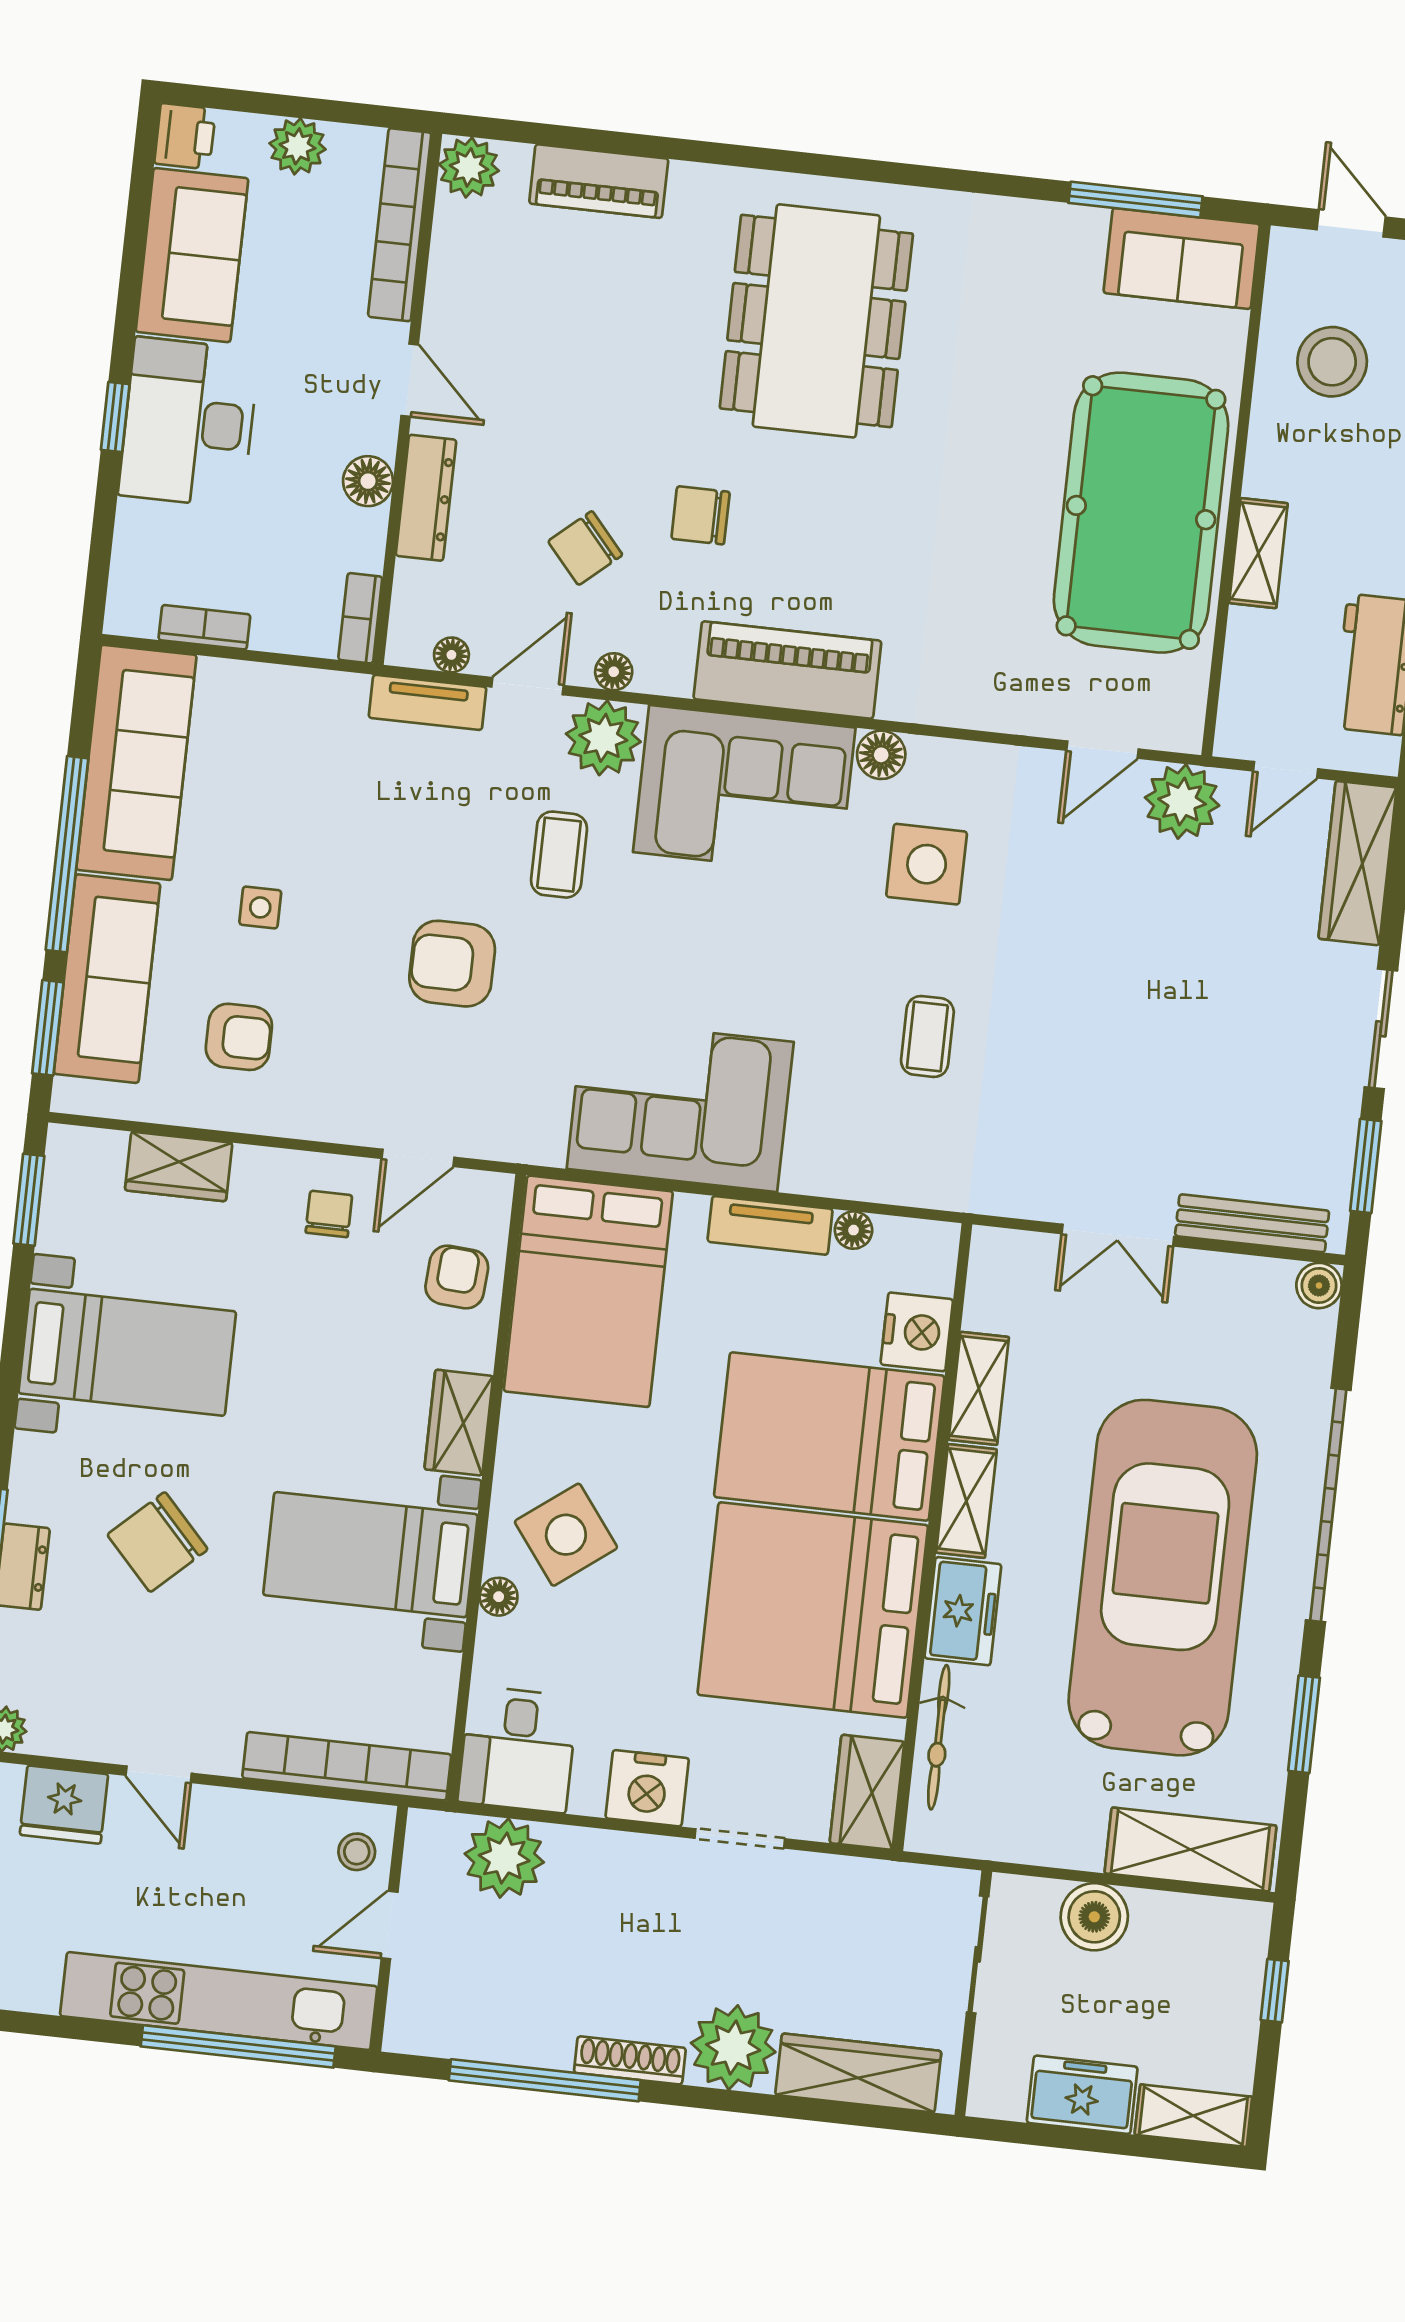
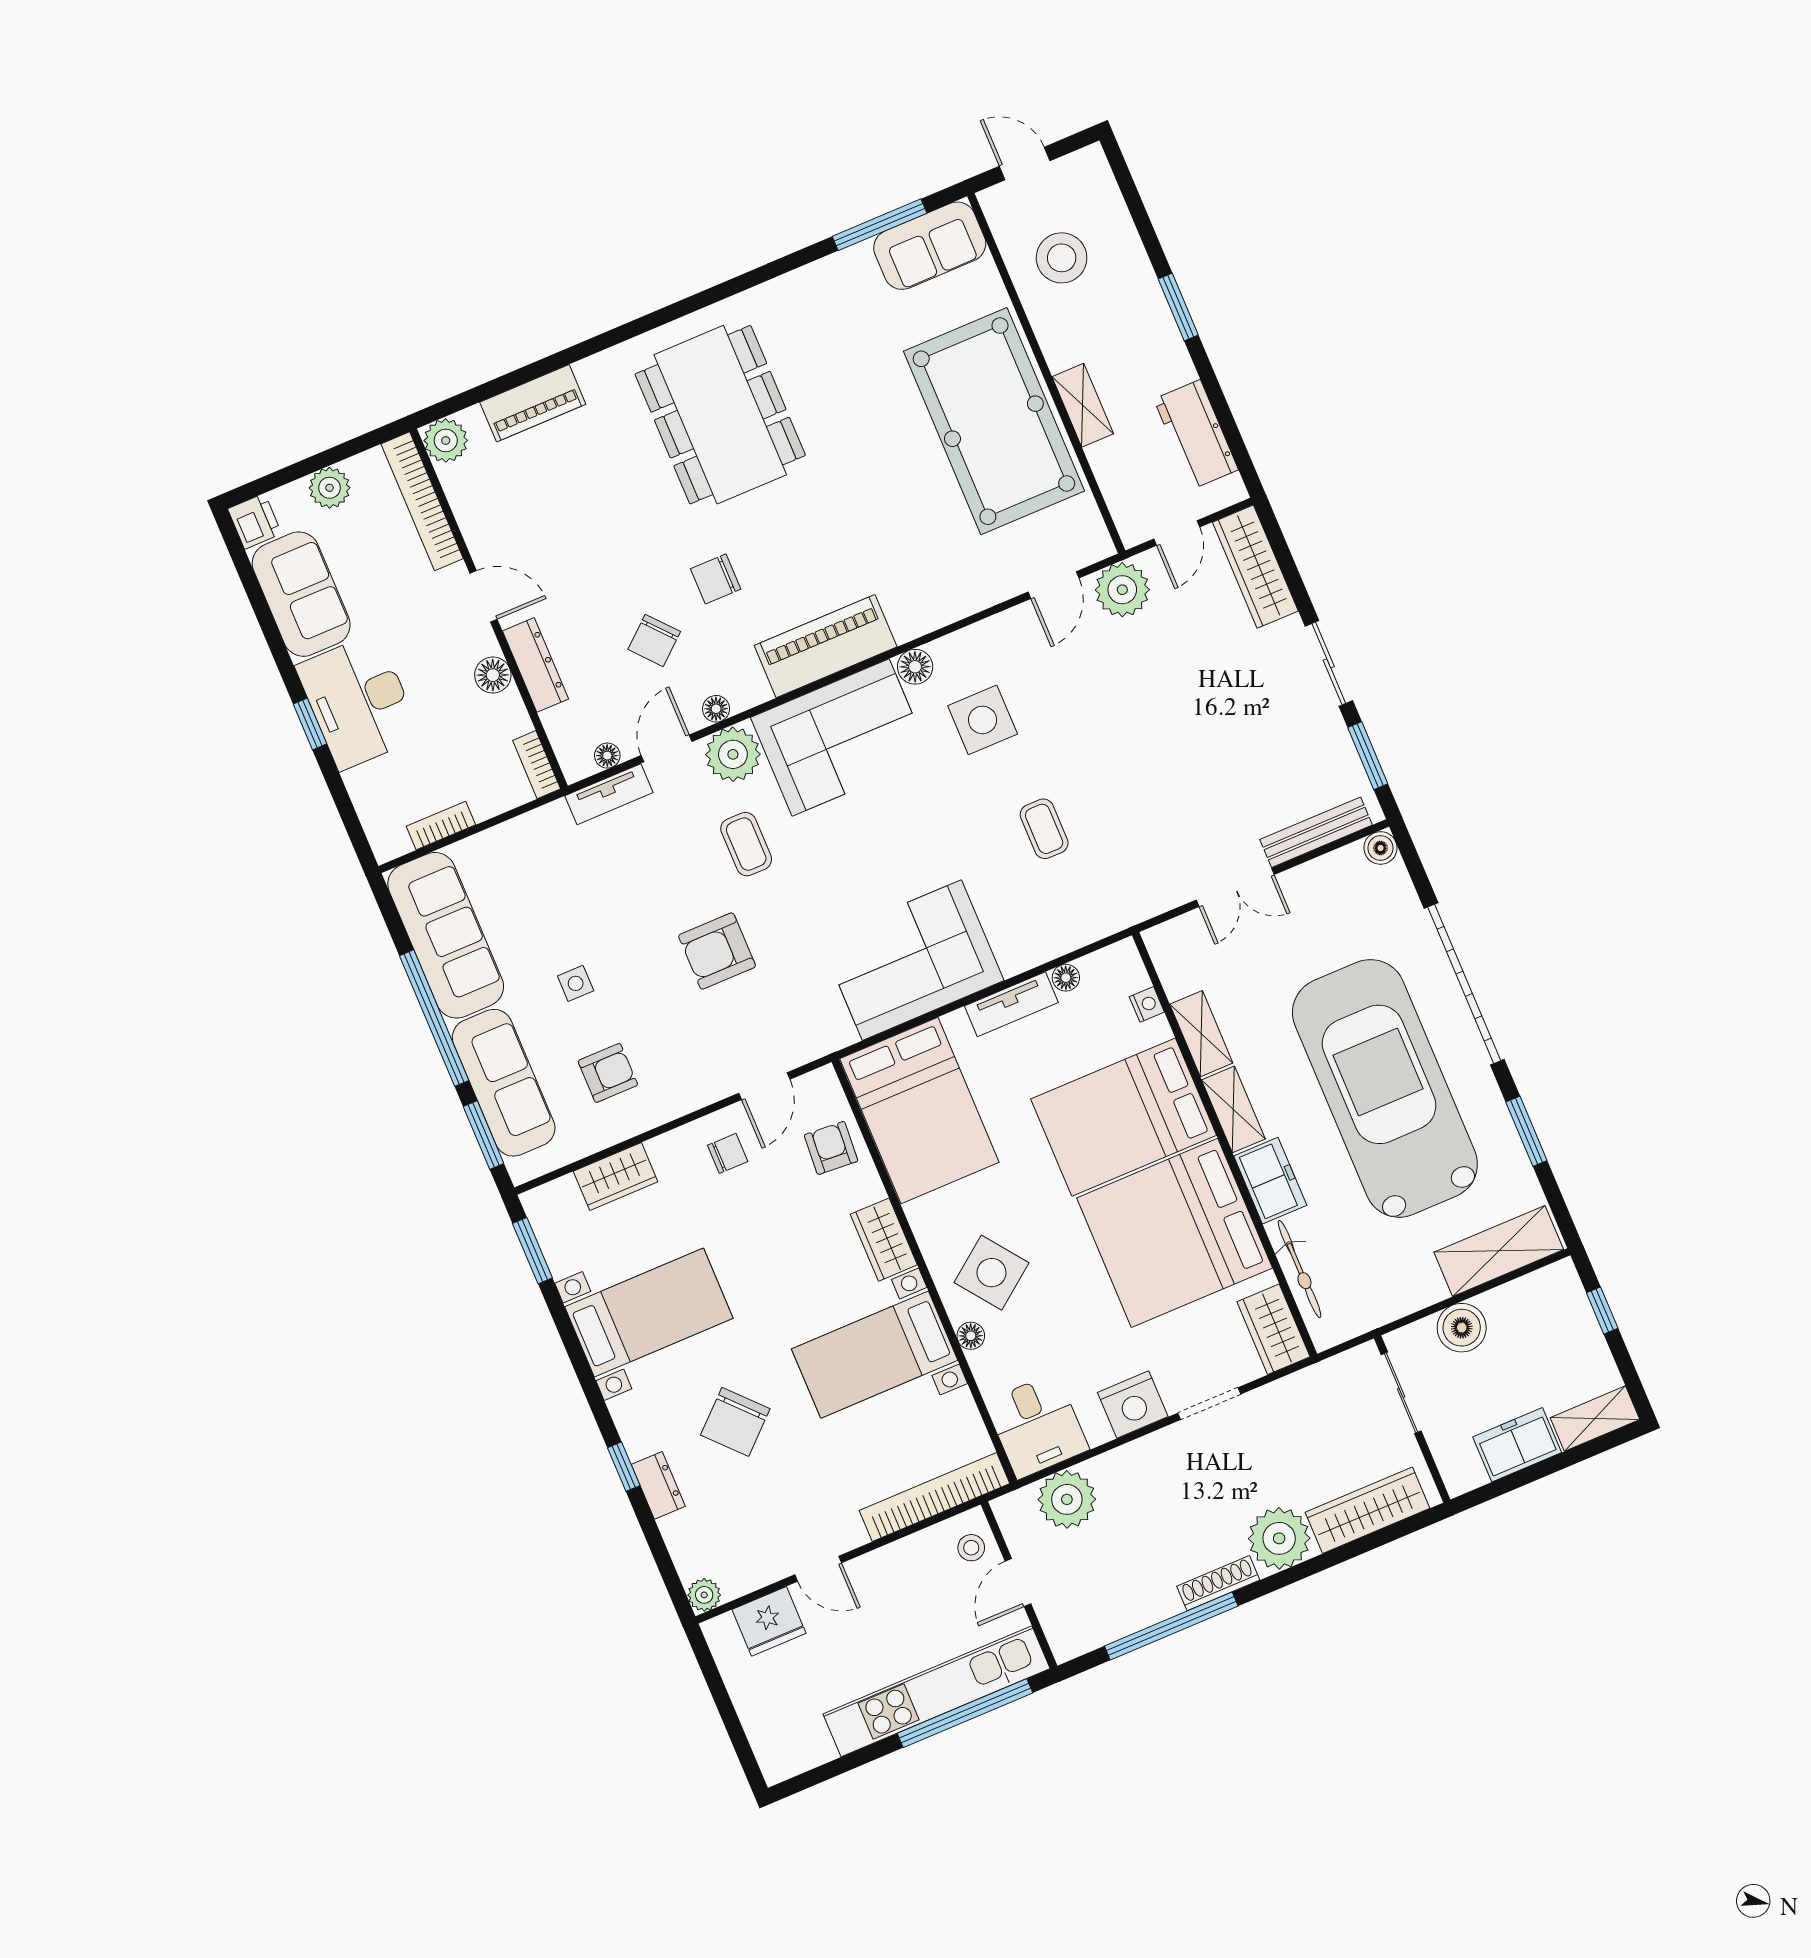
chair: (329, 1214) -> (728, 1153), turned 90
nightstand: (917, 1332) -> (1147, 1004), width x0.53, depth x0.56

